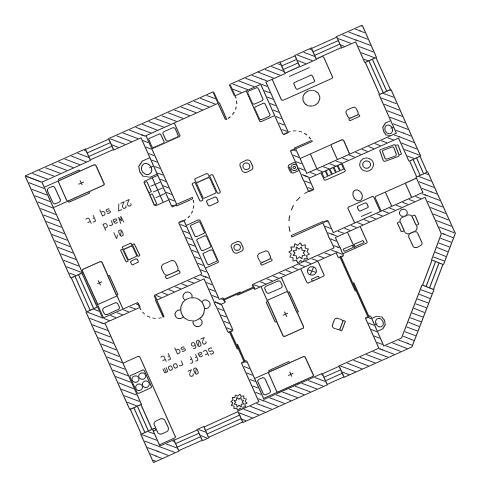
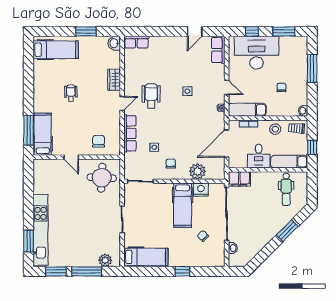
washbasin: (147, 169) -> (114, 43), moved
wheelchair: (131, 254) -> (71, 93), moved
hospital bed: (282, 307) -> (183, 205), moved

